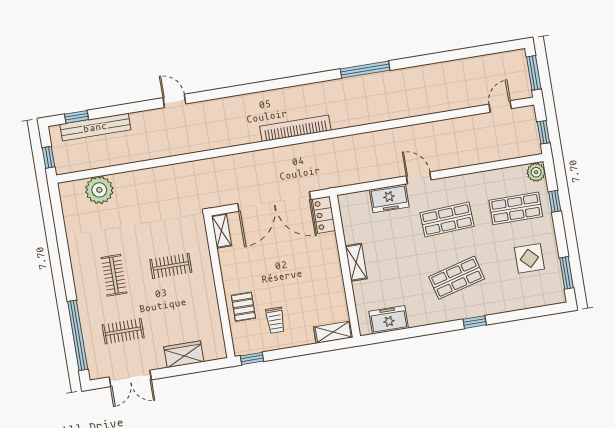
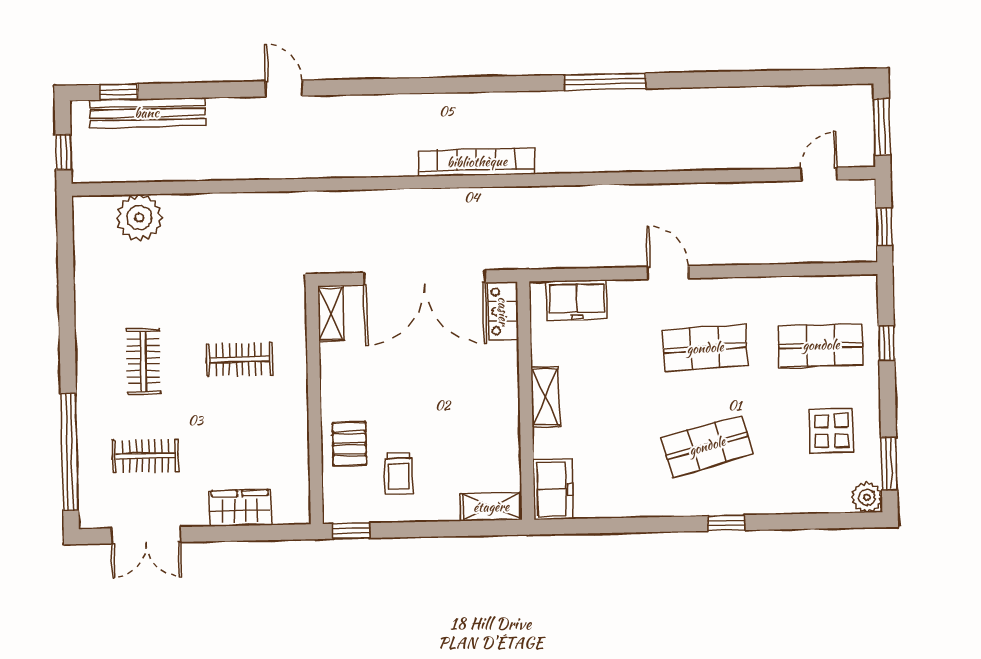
plant: (536, 172) -> (867, 497), moved
freezer: (389, 198) -> (577, 300), moved
freezer: (389, 320) -> (553, 489), moved, turned 90

